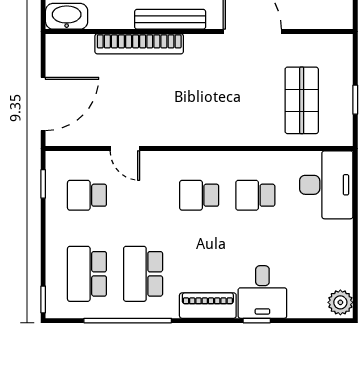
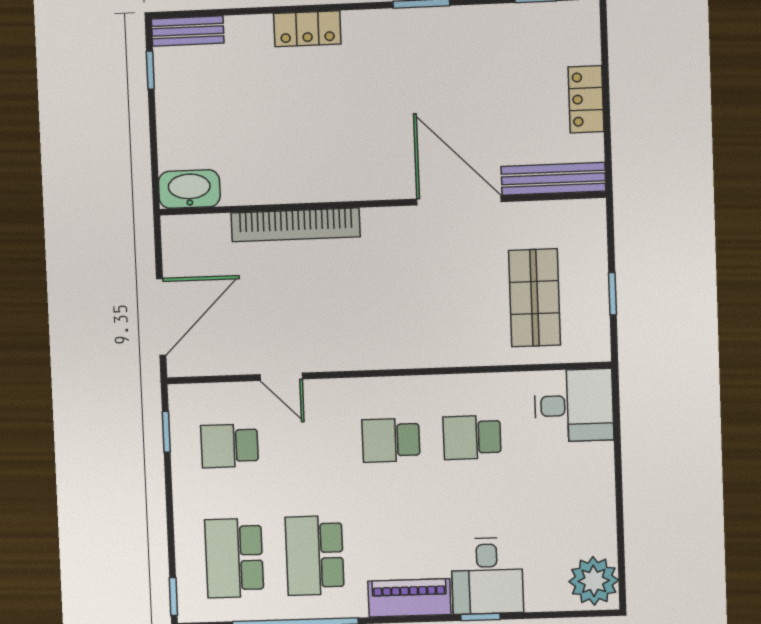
bench: (170, 19) -> (553, 179), moved
desk: (326, 185) -> (574, 405), width x0.73
plant: (340, 302) -> (594, 581), width x1.36, depth x1.36

